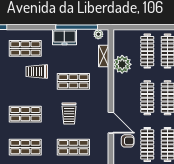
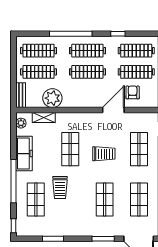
window: (77, 27) -> (14, 181), moved
bench: (125, 34) -> (21, 95), added
freezer: (64, 37) -> (24, 154), width x1.40

